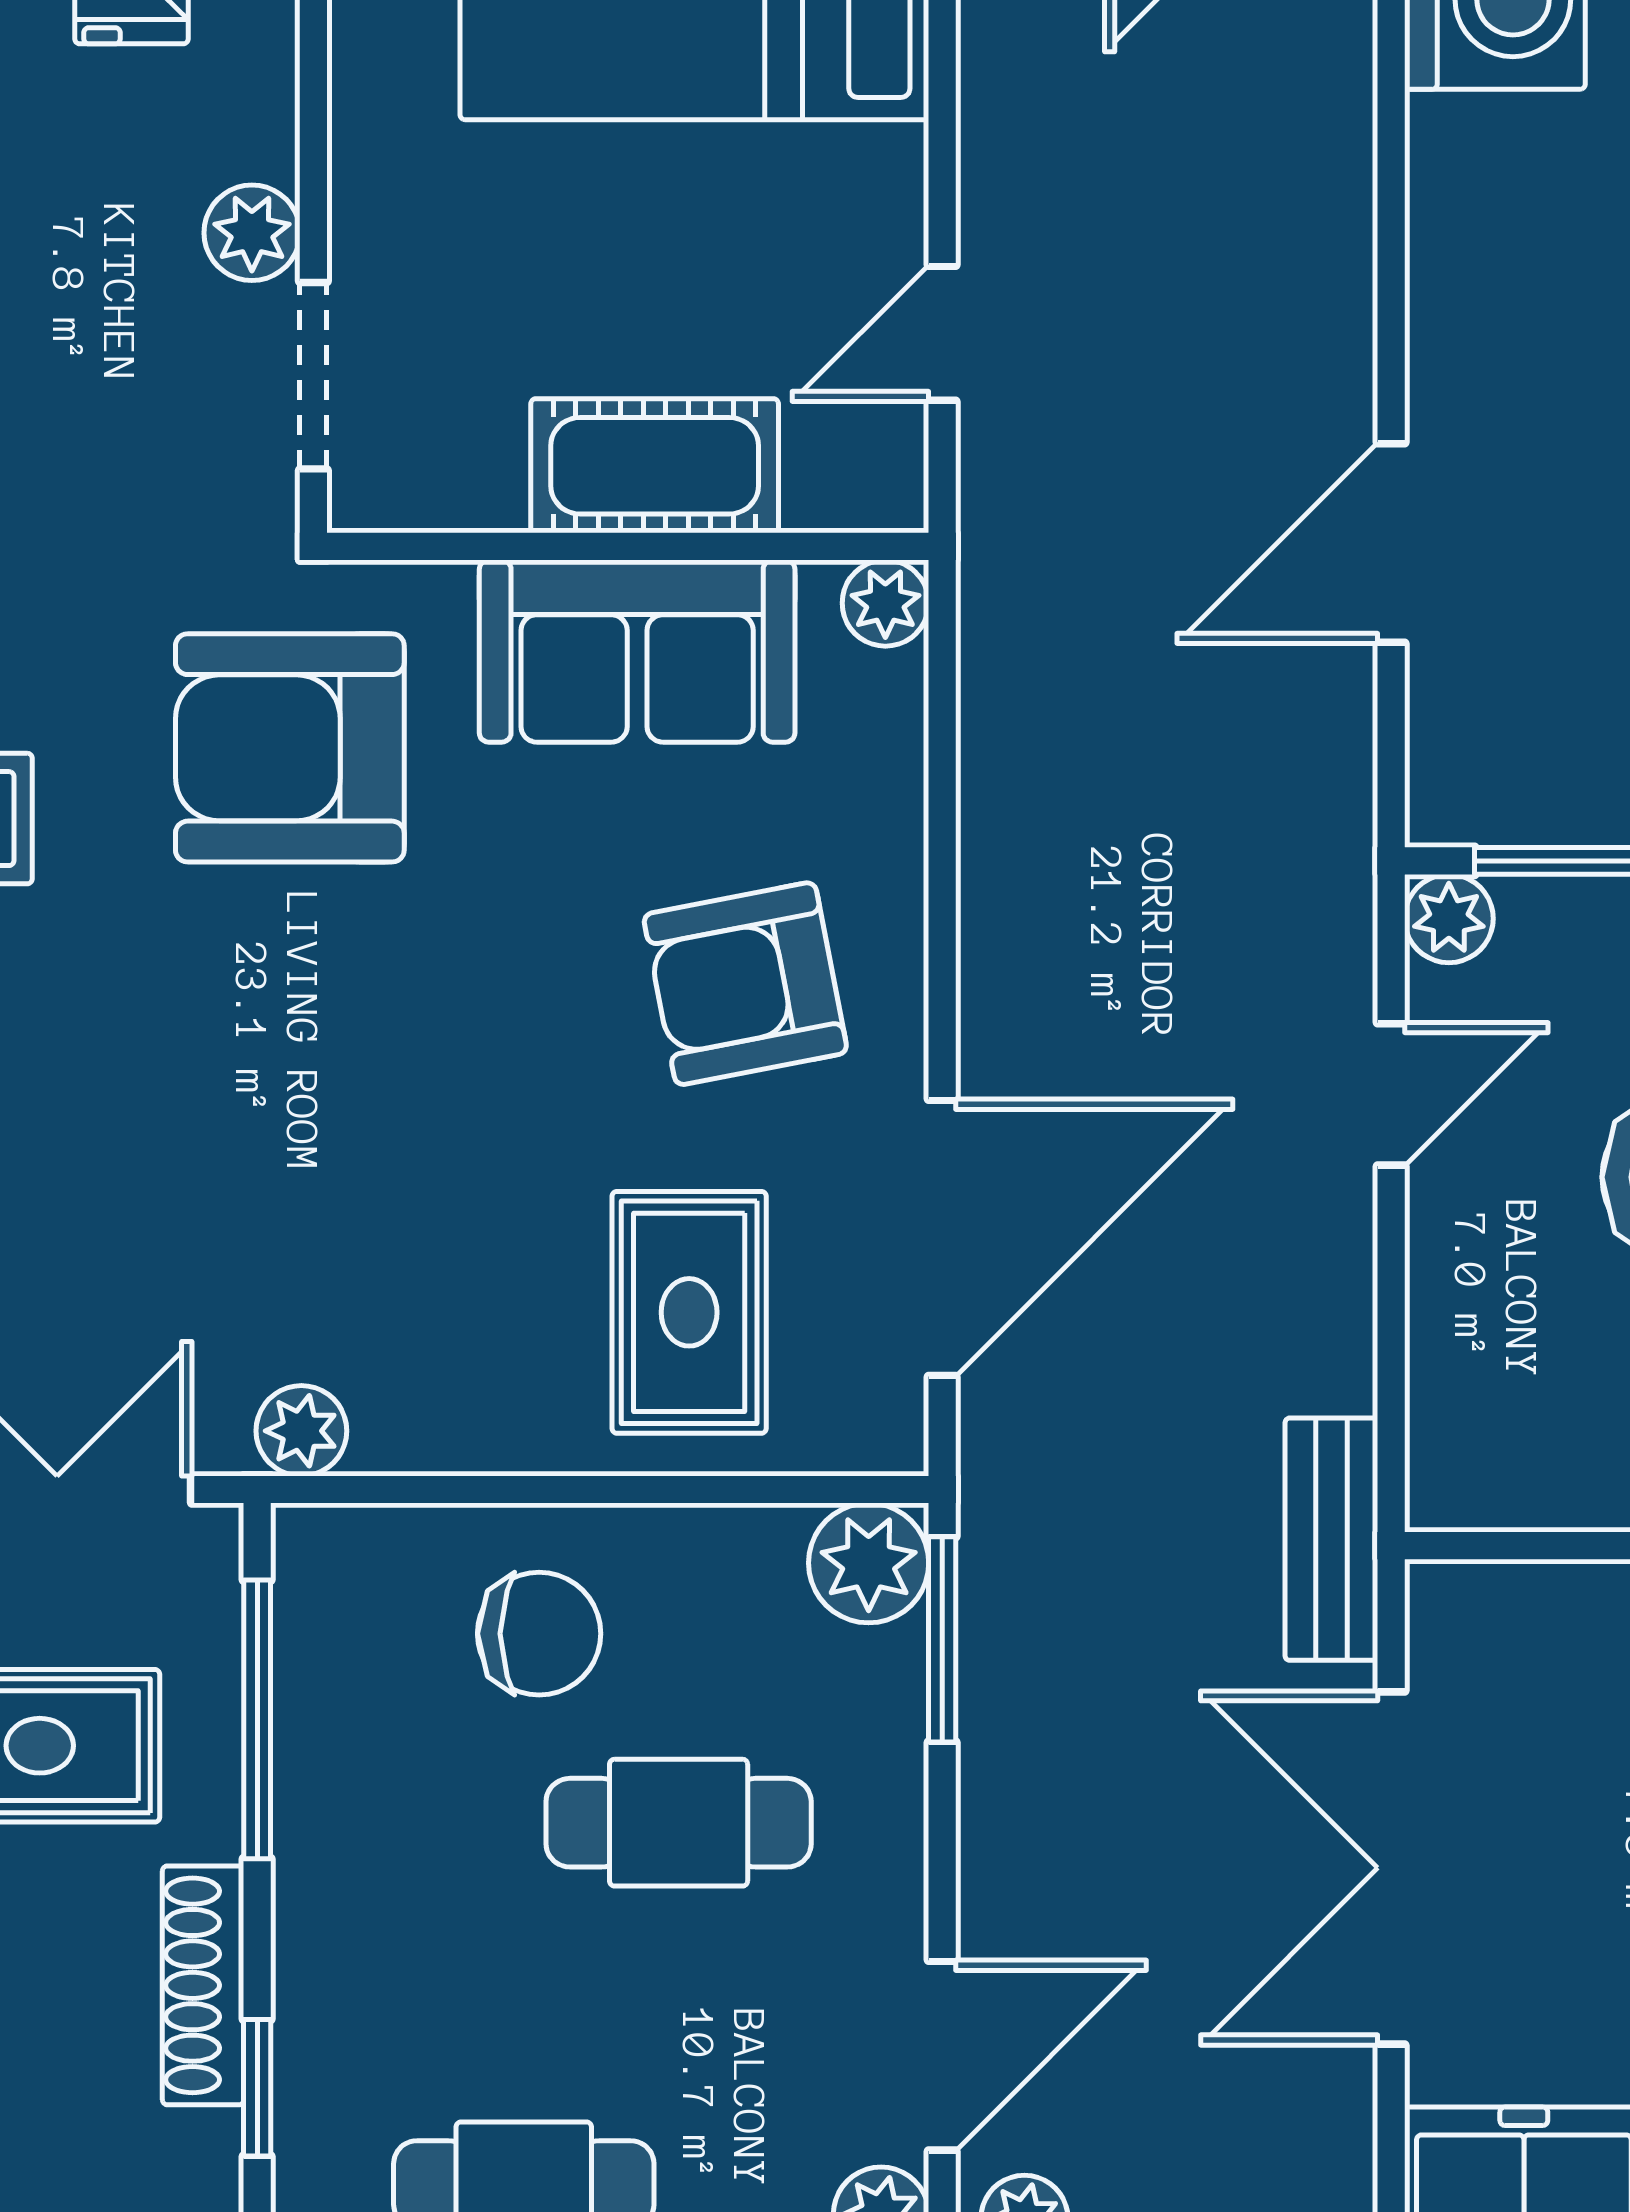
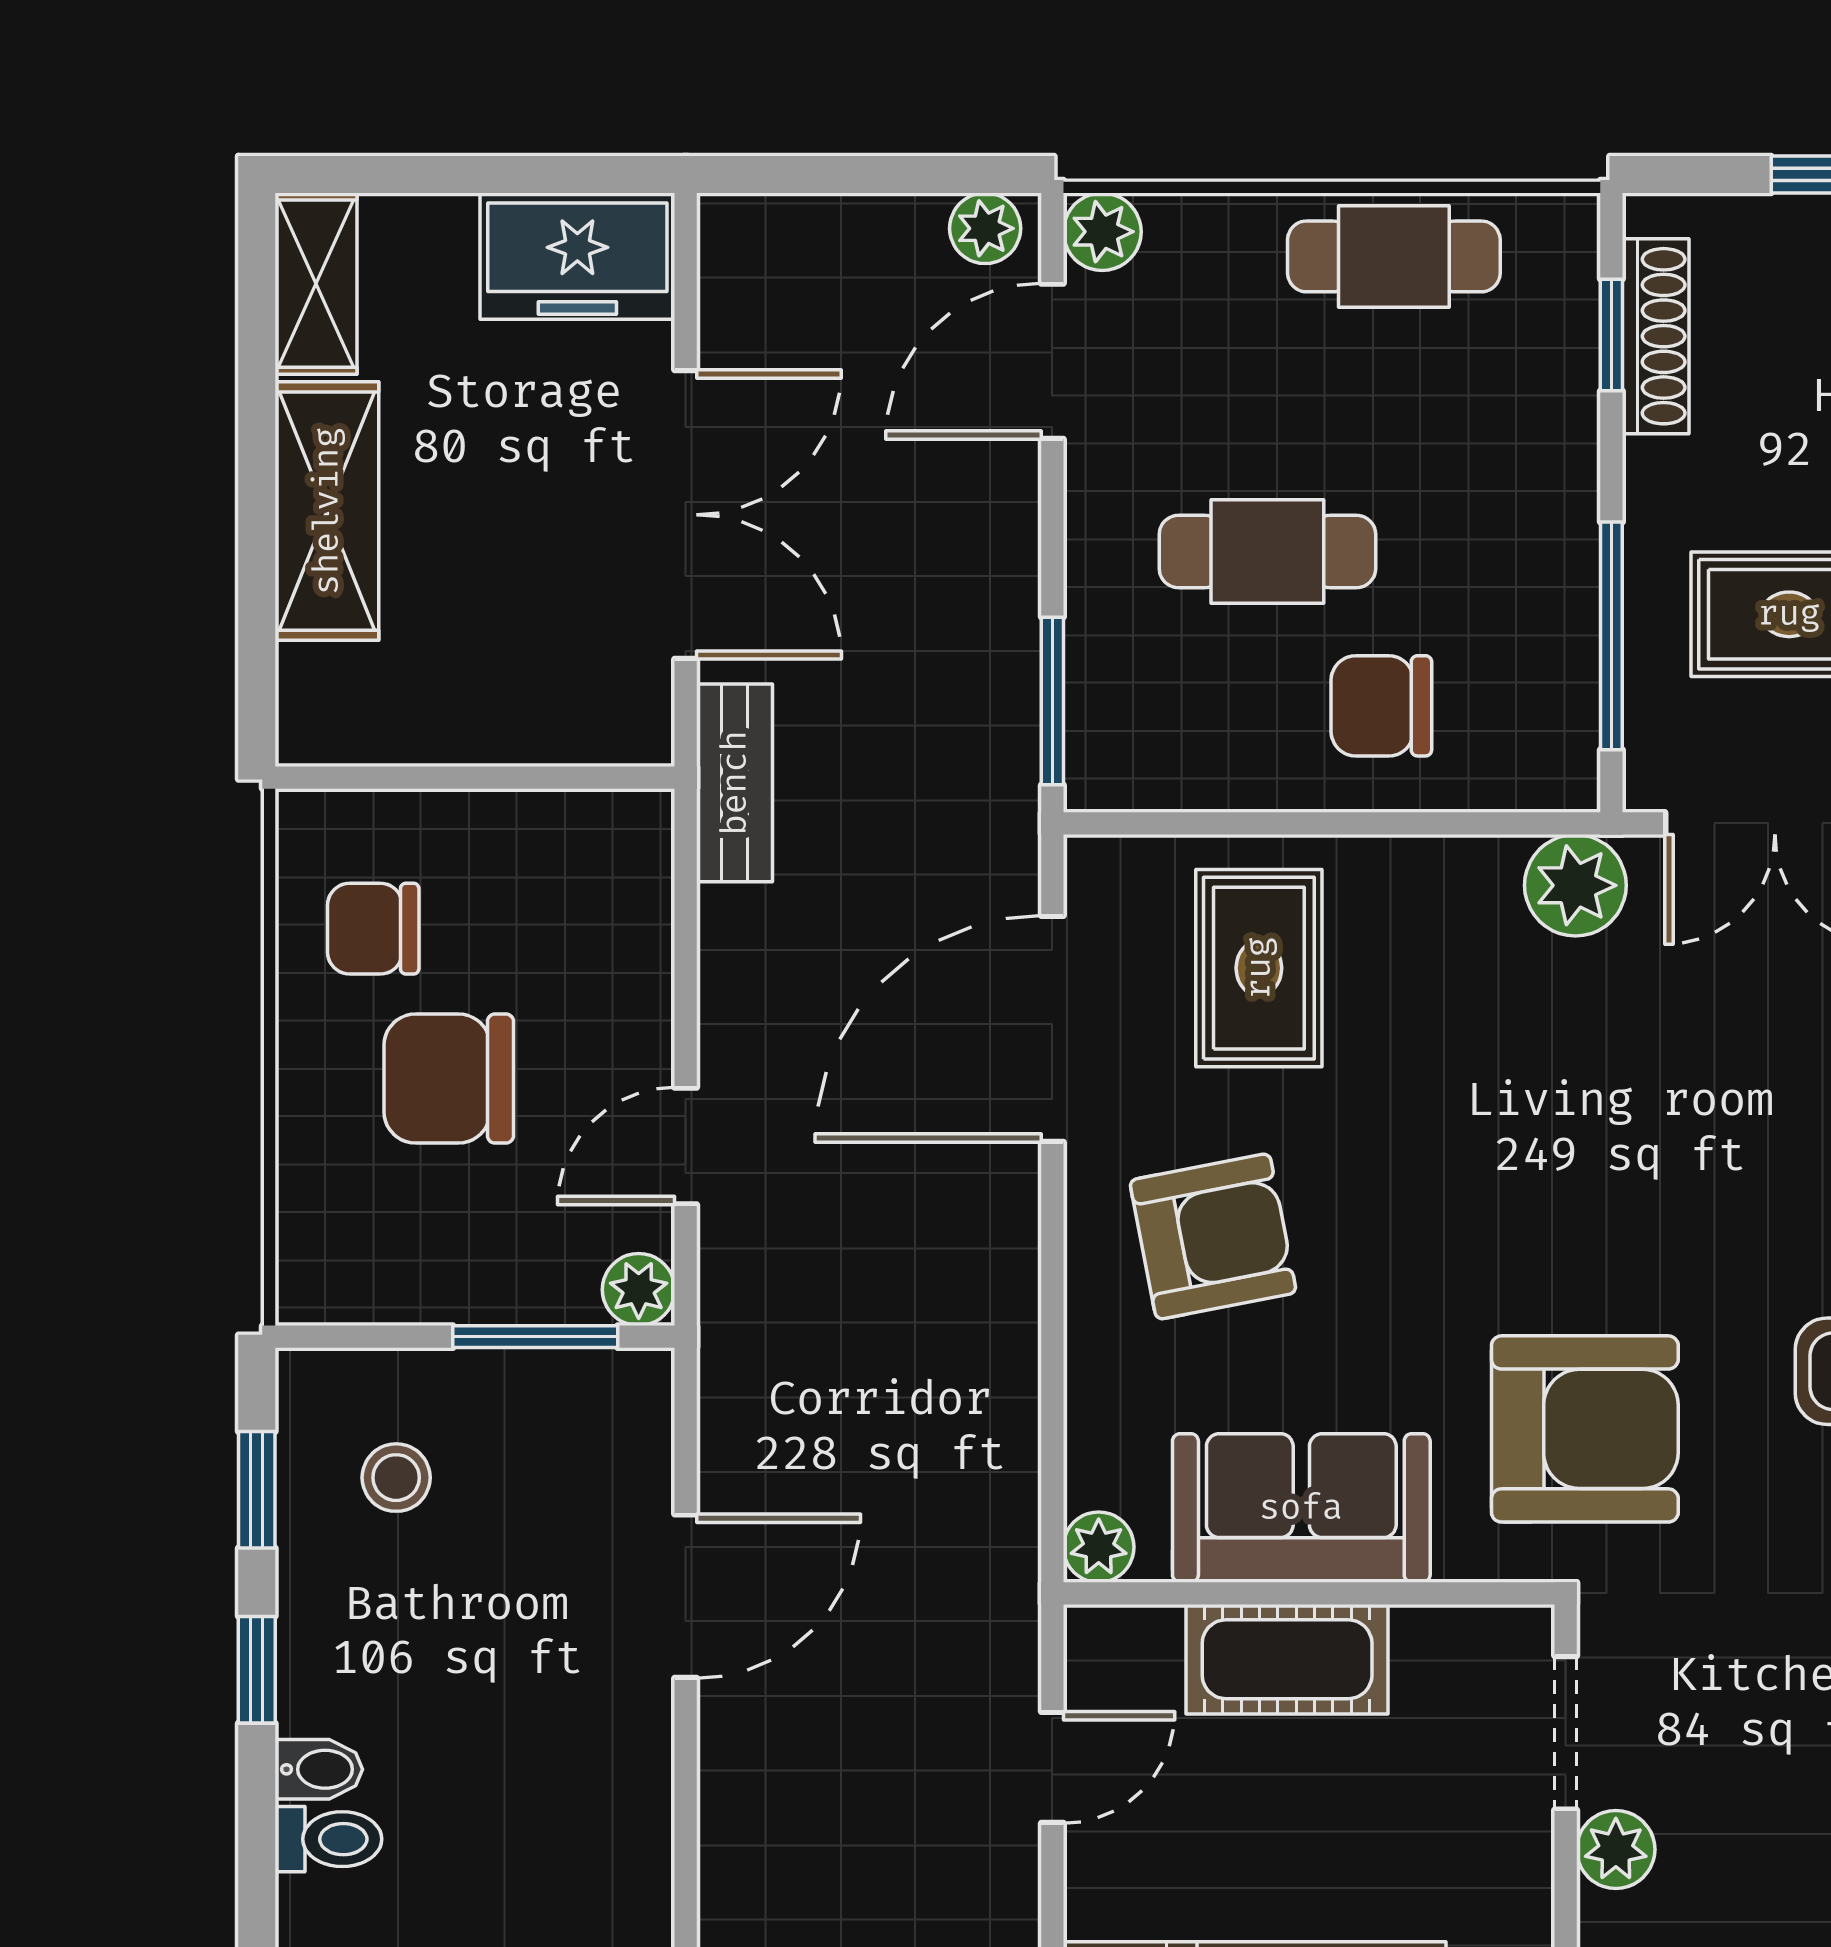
plant: (301, 1431) -> (1575, 885), width x1.38, depth x1.38
plant: (869, 1563) -> (1112, 763), removed
shoe rack: (203, 1985) -> (1656, 336), moved

